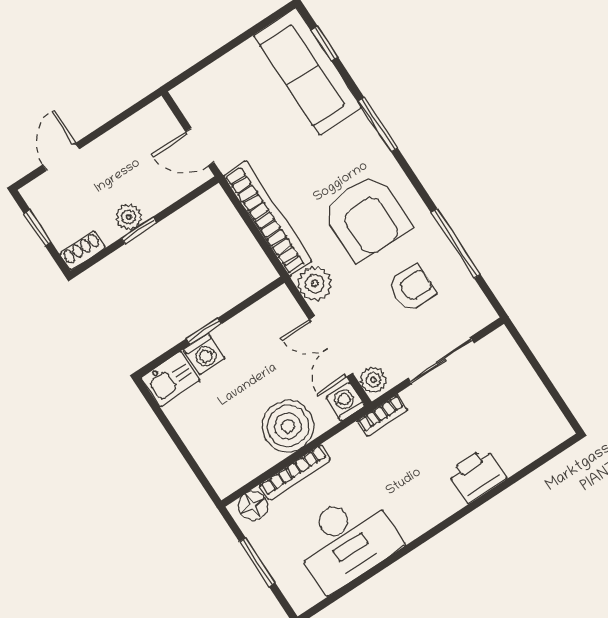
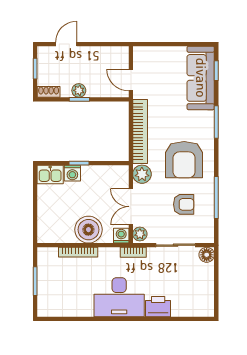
floor lamp: (253, 506) -> (207, 255), moved
desk: (346, 540) -> (119, 297), moved

